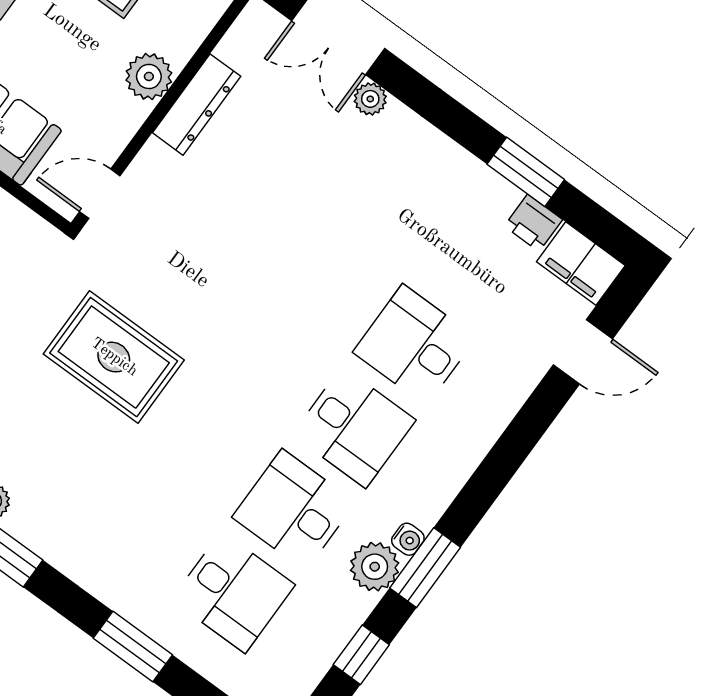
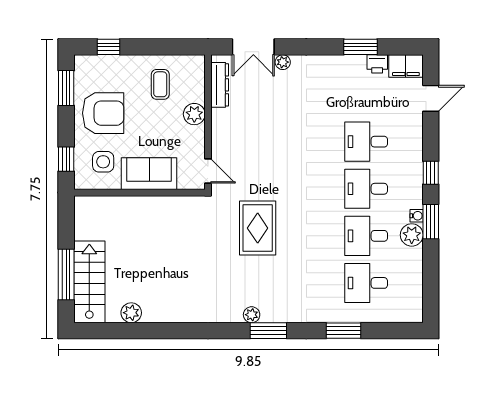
dresser: (197, 105) -> (220, 85), moved
door: (100, 194) -> (208, 171), swing flipped
rug: (114, 357) -> (258, 228), turned 90
desk: (354, 427) -> (366, 189), turned 180
desk: (233, 592) -> (366, 283), turned 180
window: (361, 655) -> (431, 173), moved

